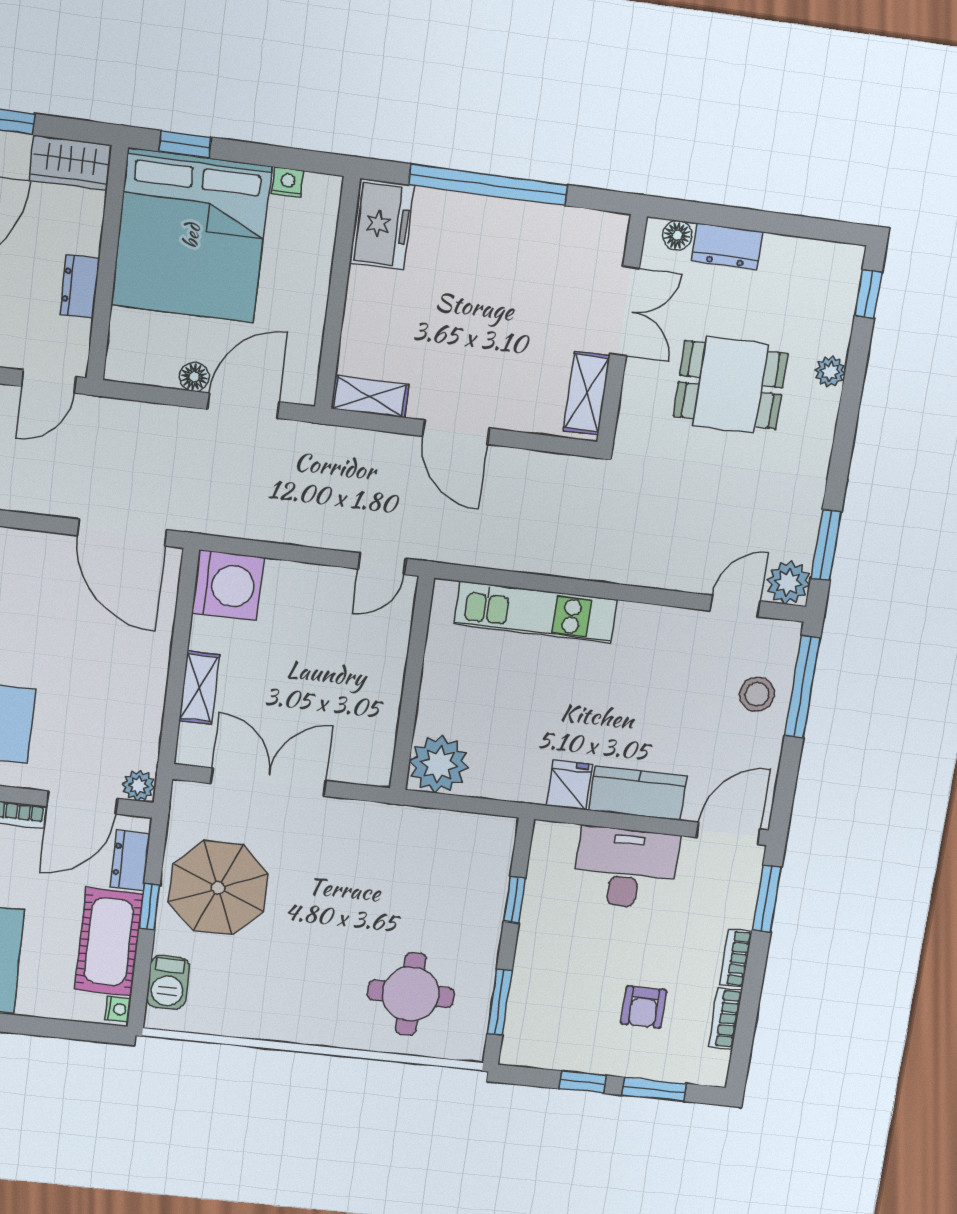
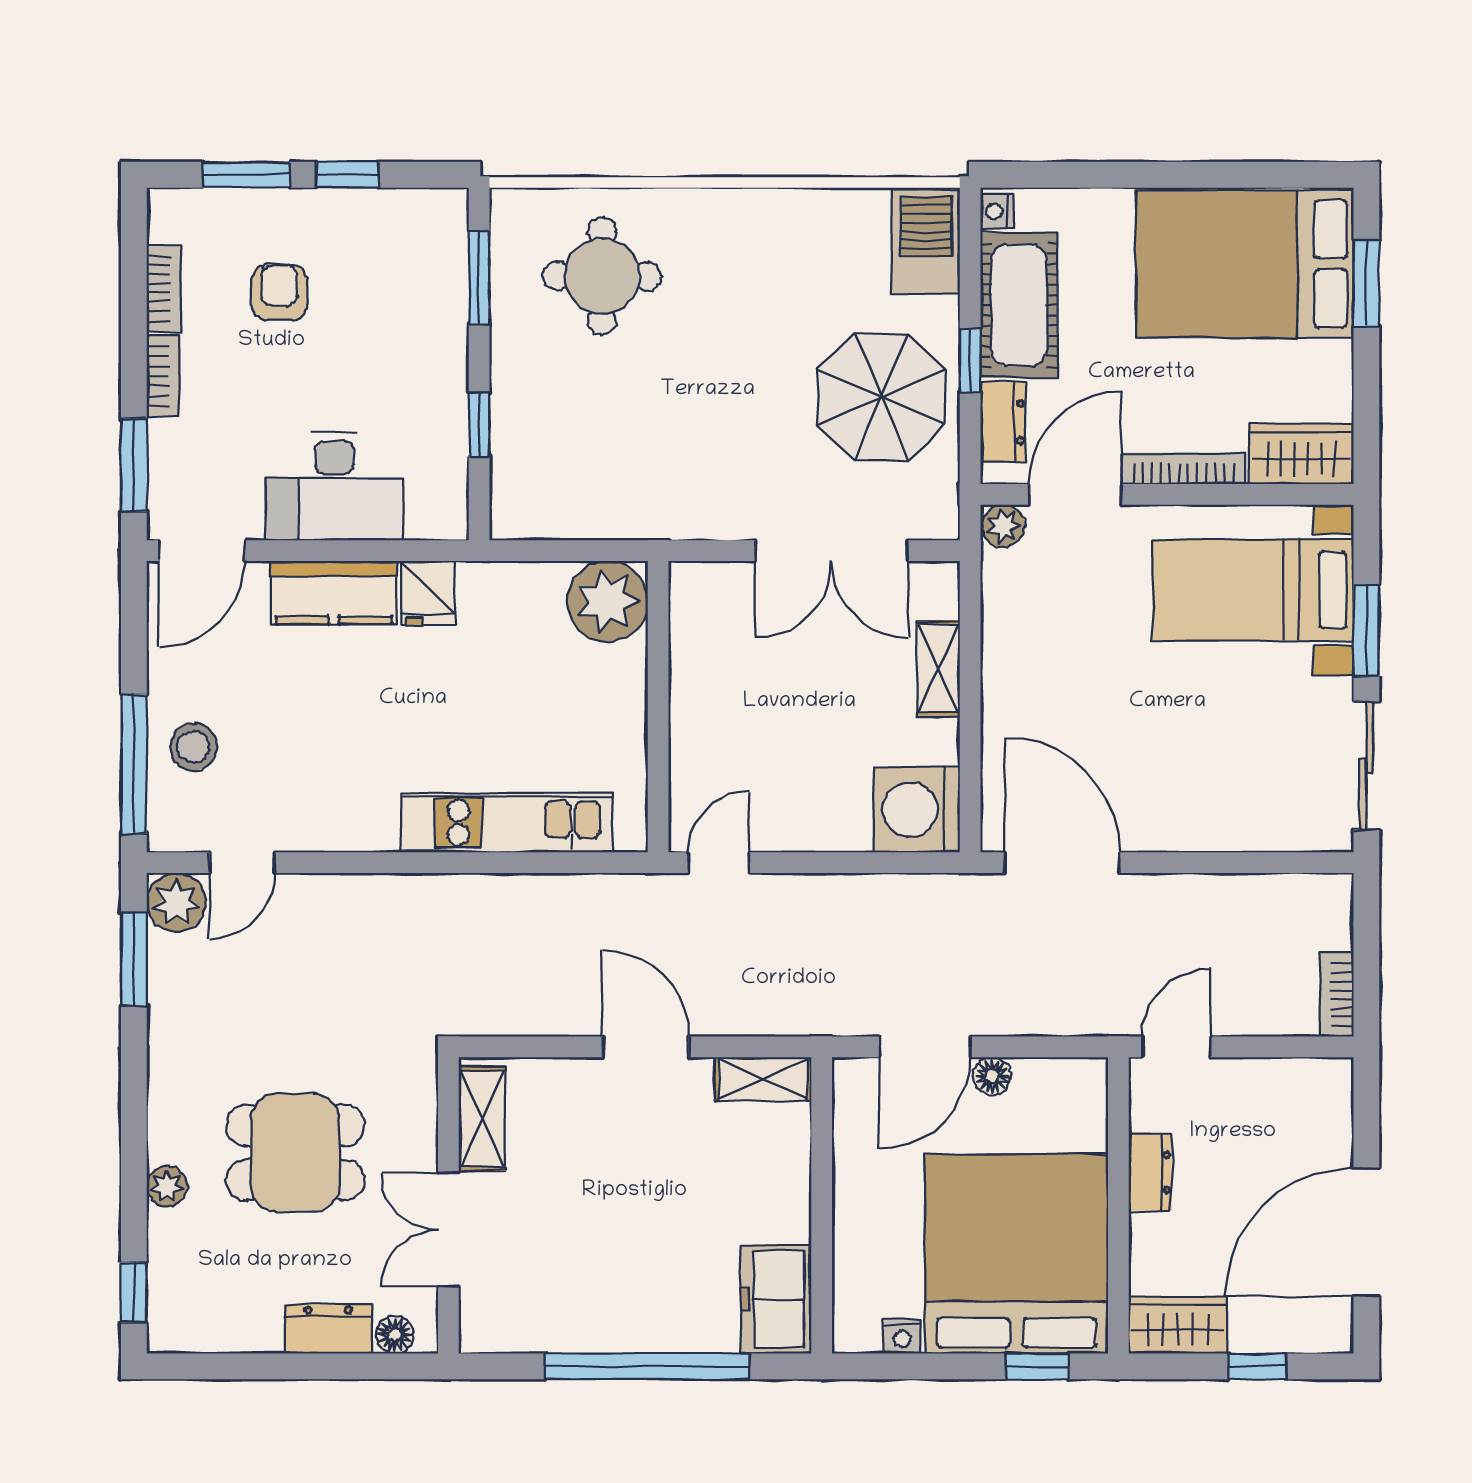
barbecue: (168, 982) -> (926, 242), width x1.38, depth x1.27

